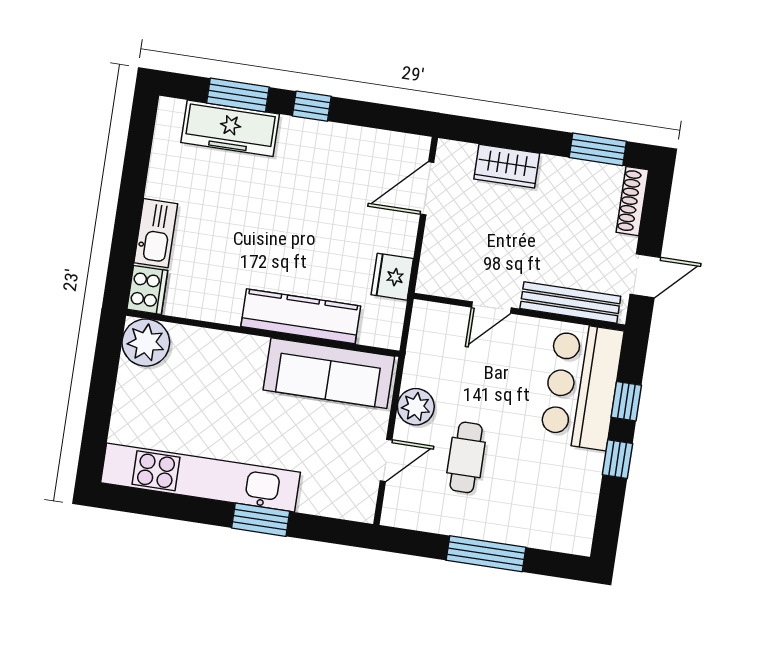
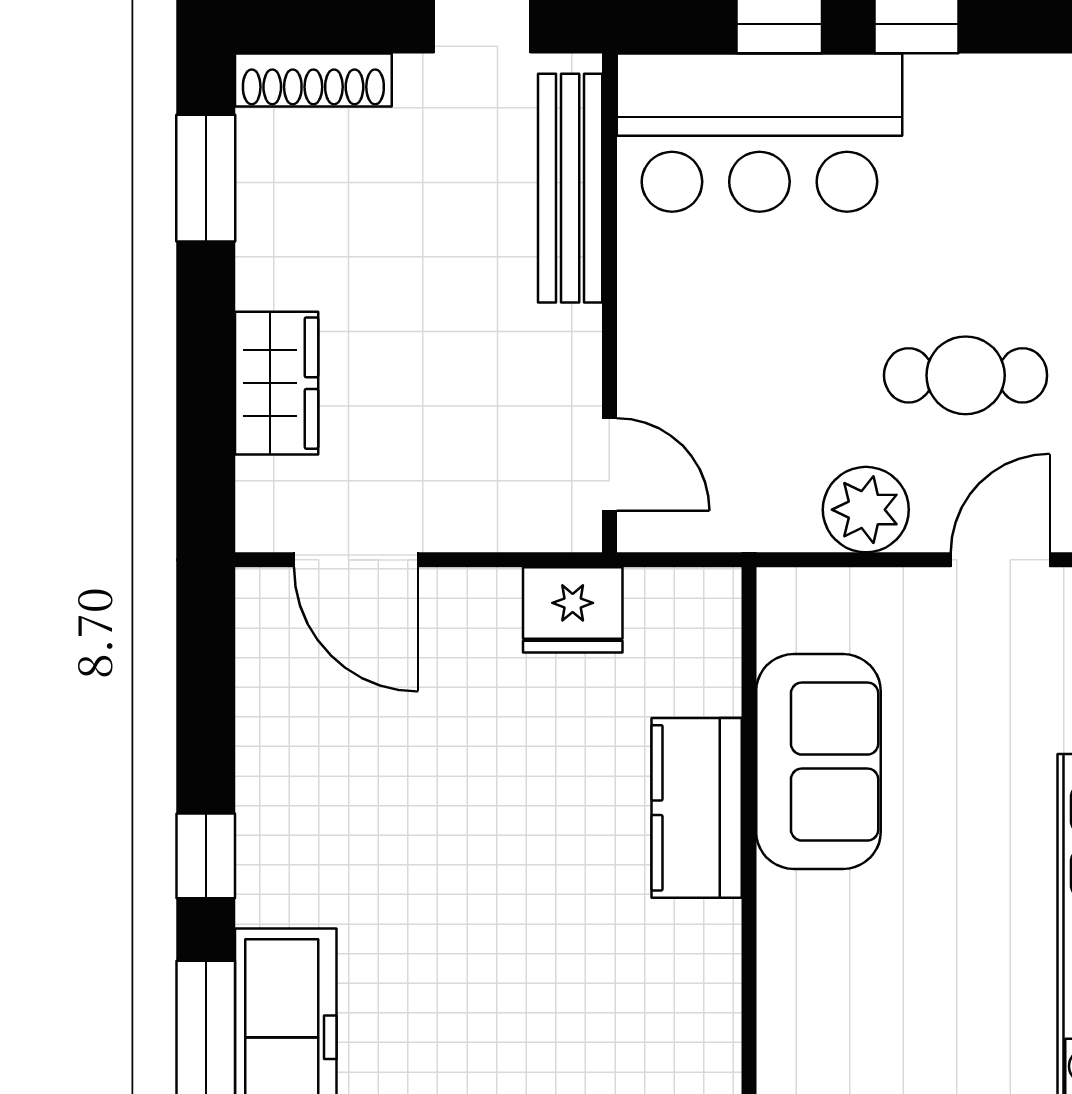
door: (491, 308) -> (609, 464), moved
kitchen counter: (301, 316) -> (697, 808), width x0.67
sofa: (329, 373) -> (818, 762), width x0.73
door: (386, 460) -> (1000, 560), hinge flipped

